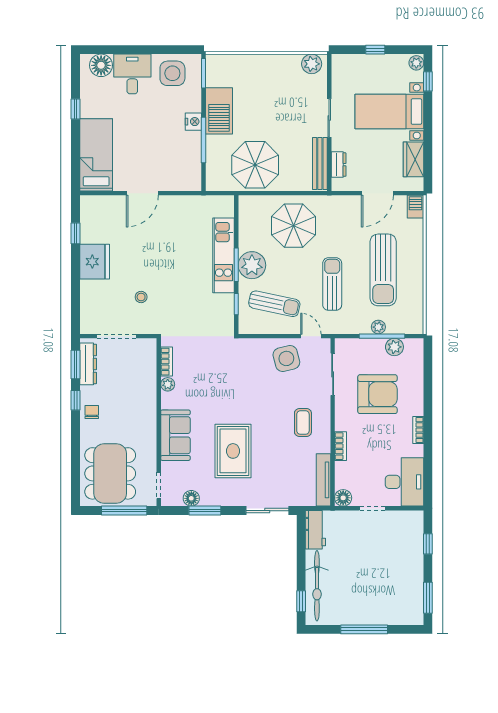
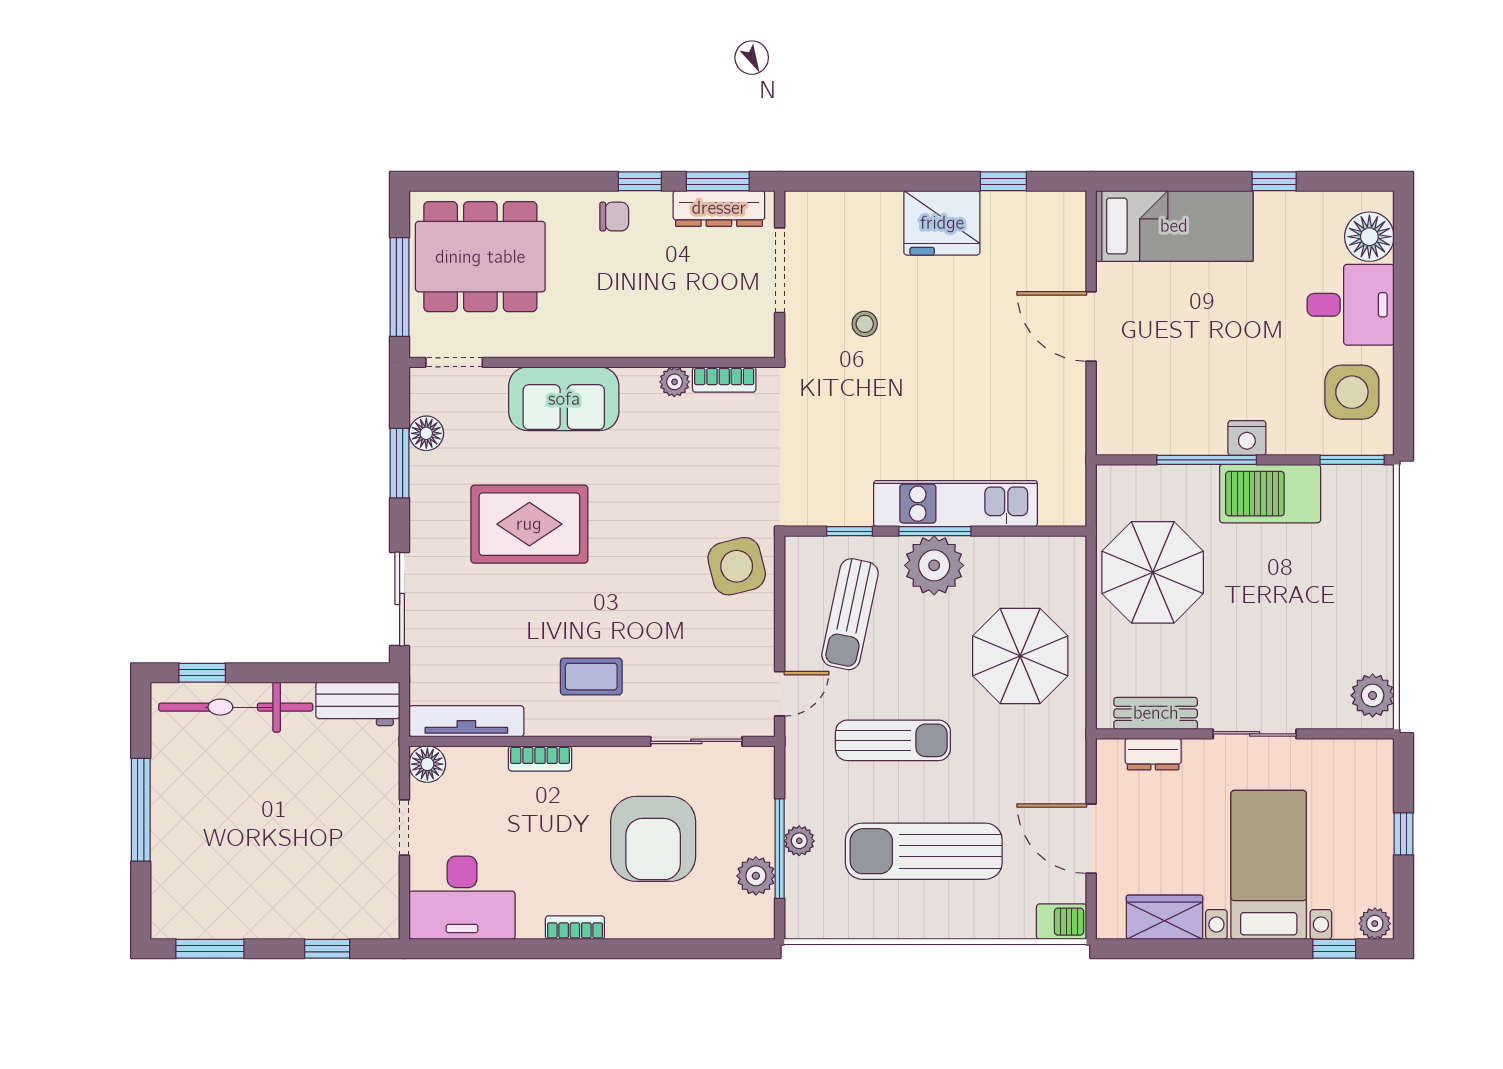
bench: (320, 163) -> (1156, 713), width x0.73
side table: (286, 358) -> (737, 566), moved

